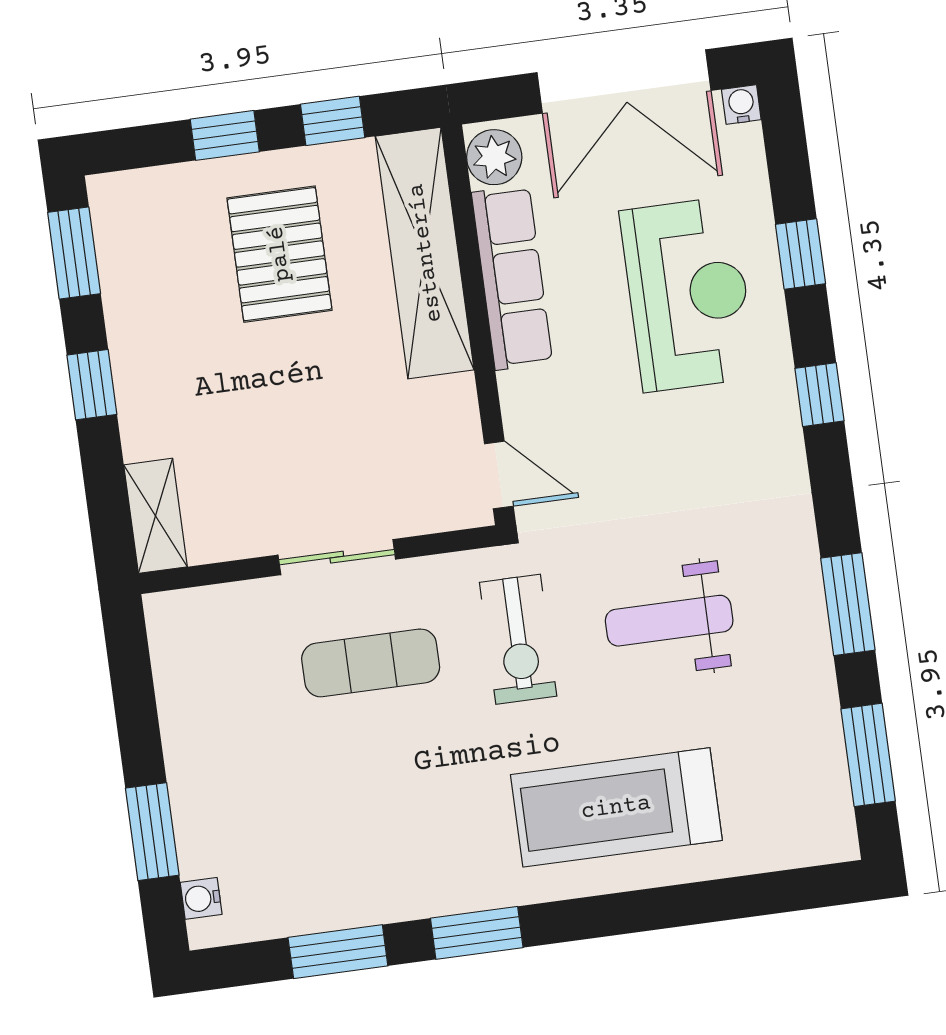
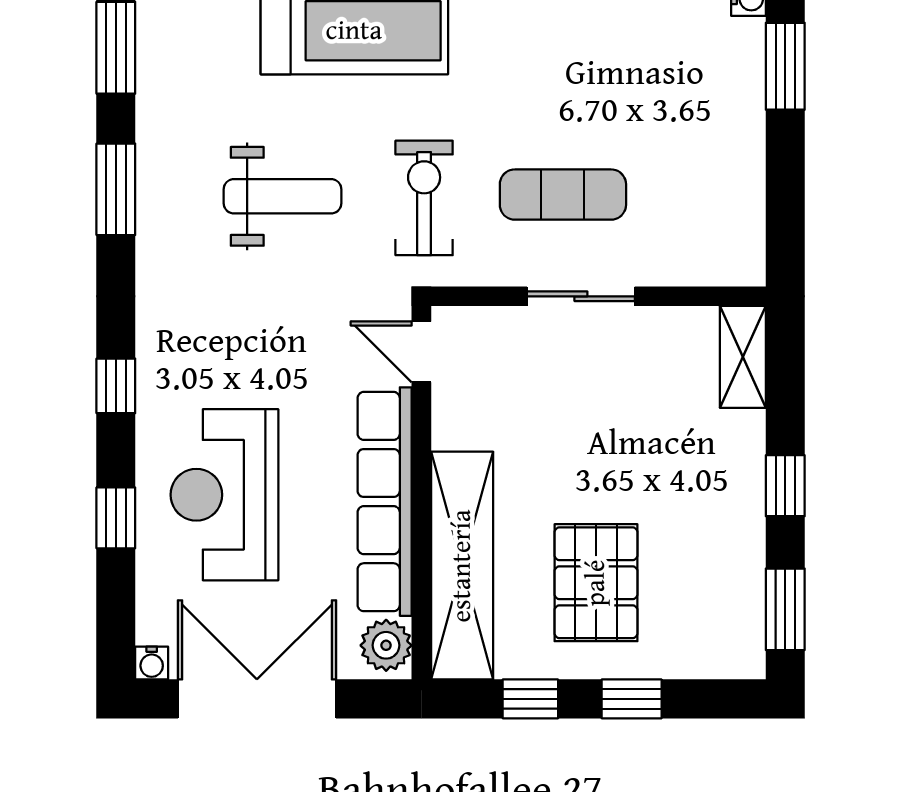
row of seats: (512, 278) -> (385, 502), width x1.36

